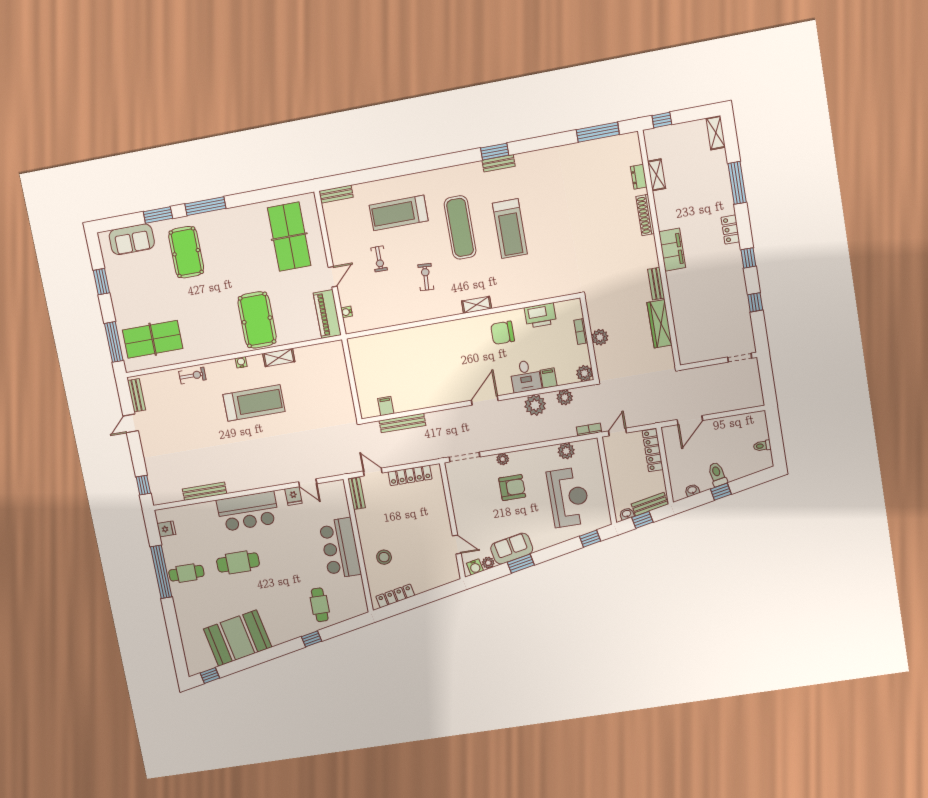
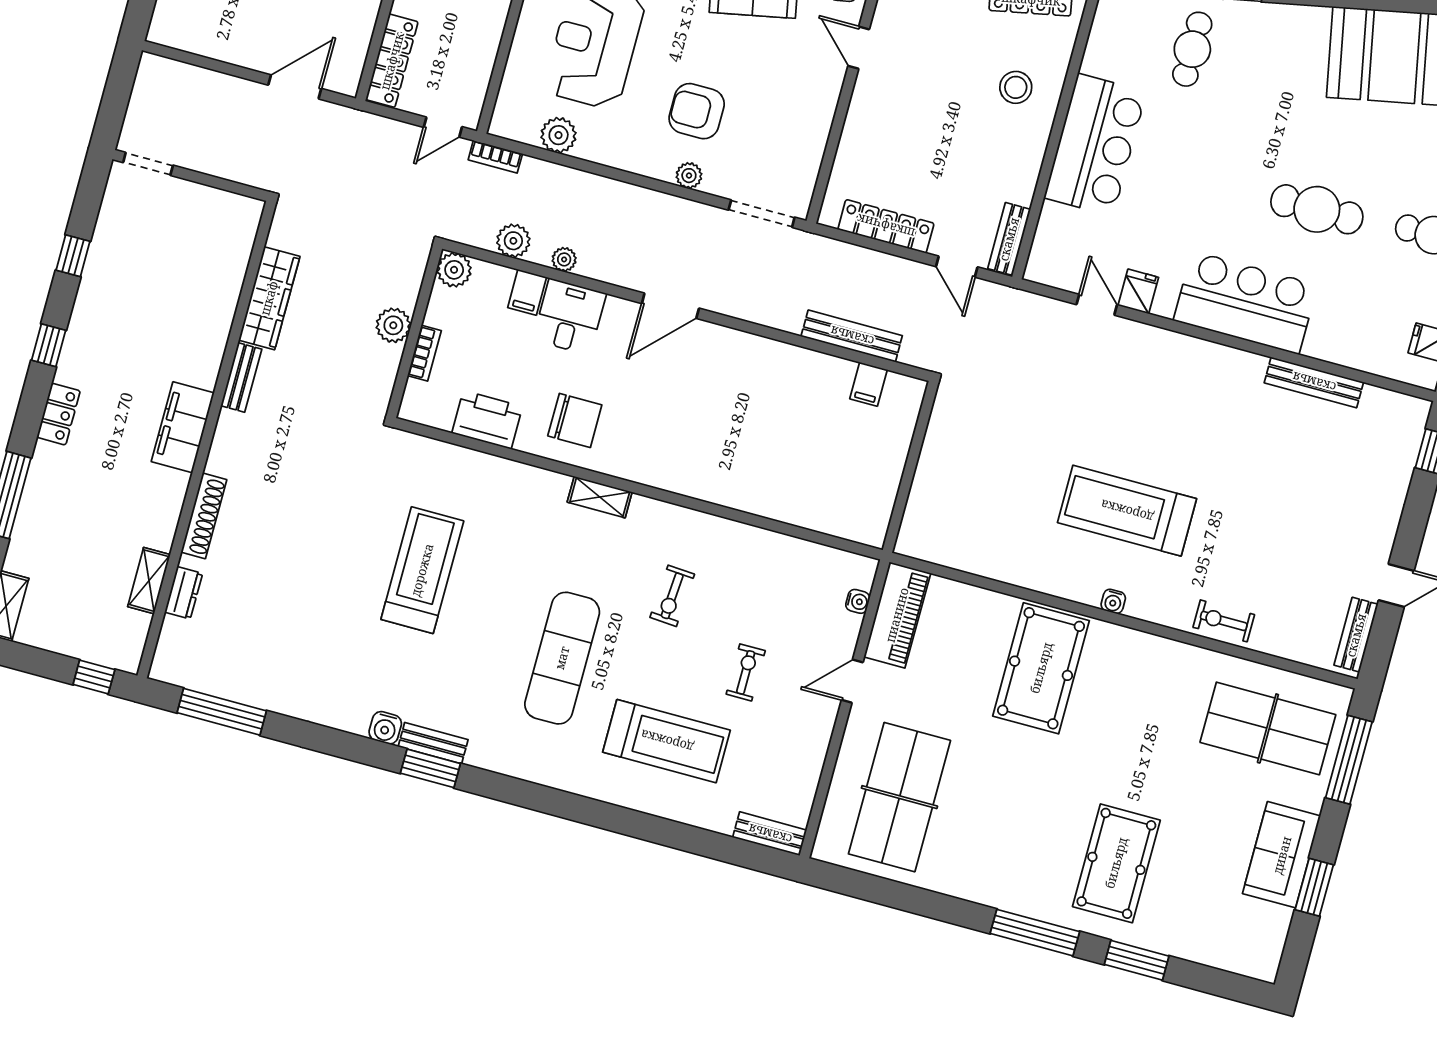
water cooler: (523, 160) -> (385, 728), added
treadmill: (510, 229) -> (422, 570), moved
sofa: (132, 239) -> (1282, 855), moved, turned -90
shelving: (279, 358) -> (1034, 576), removed
plant: (535, 405) -> (564, 259), width x0.53, depth x0.53

